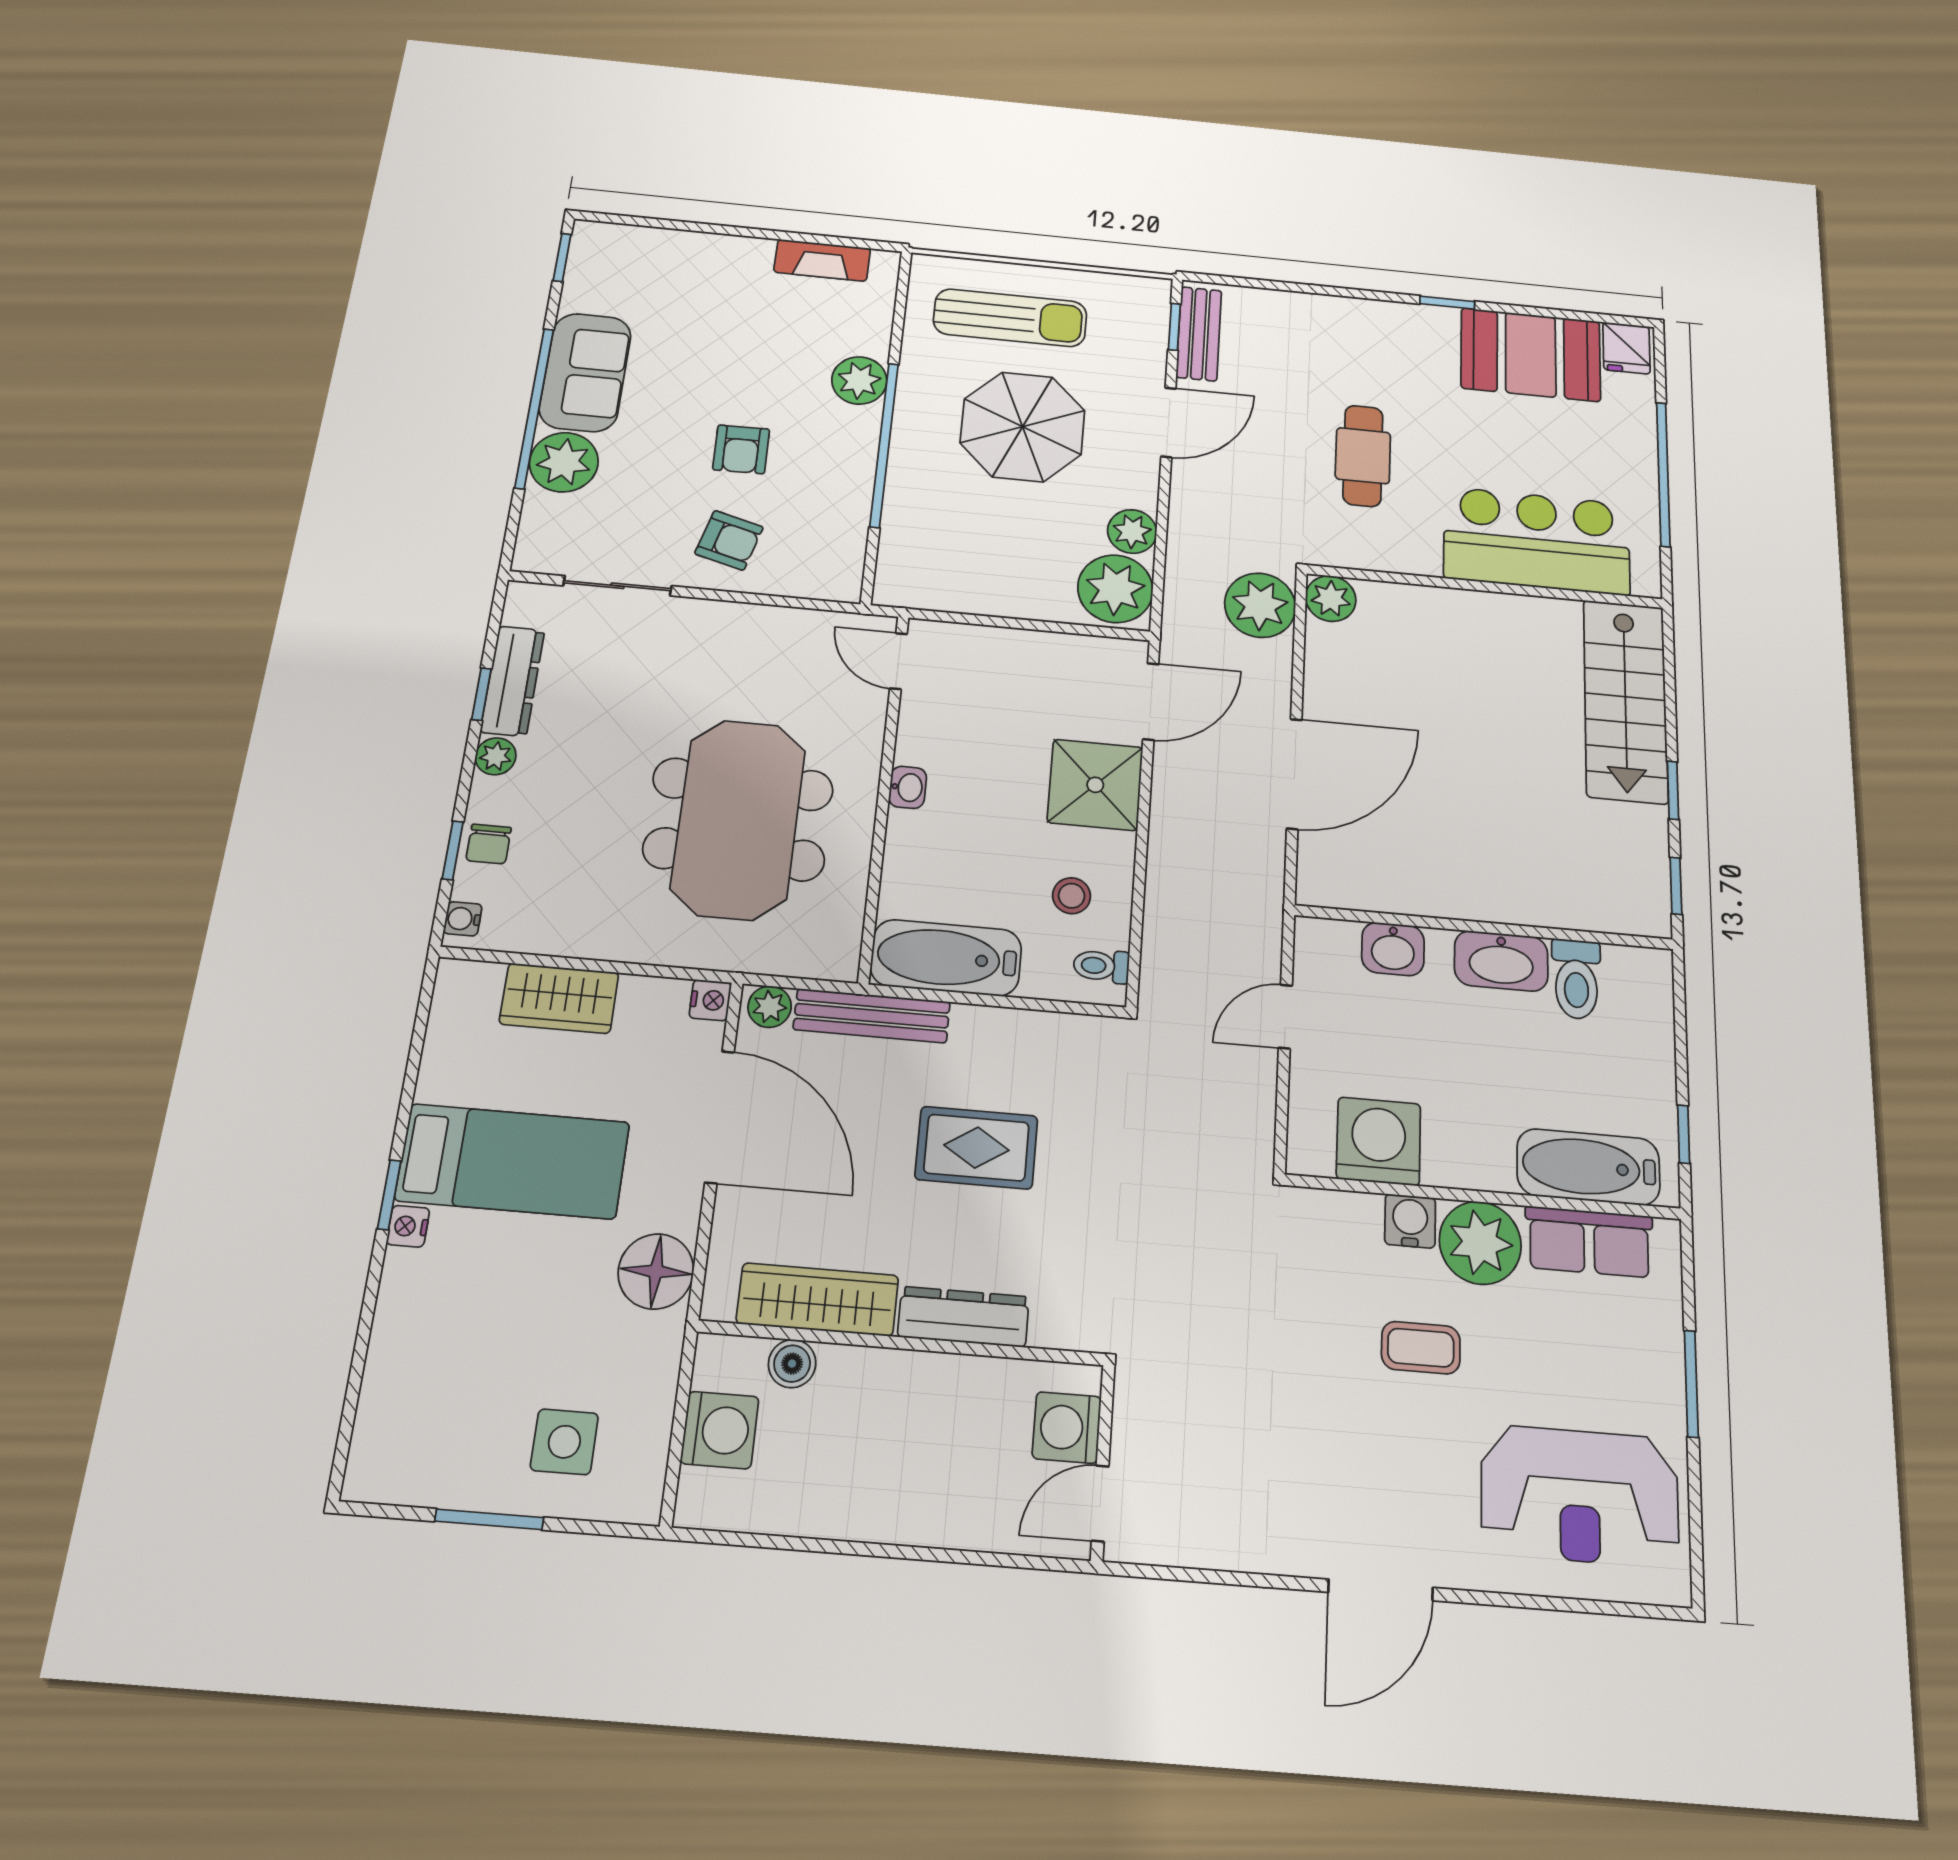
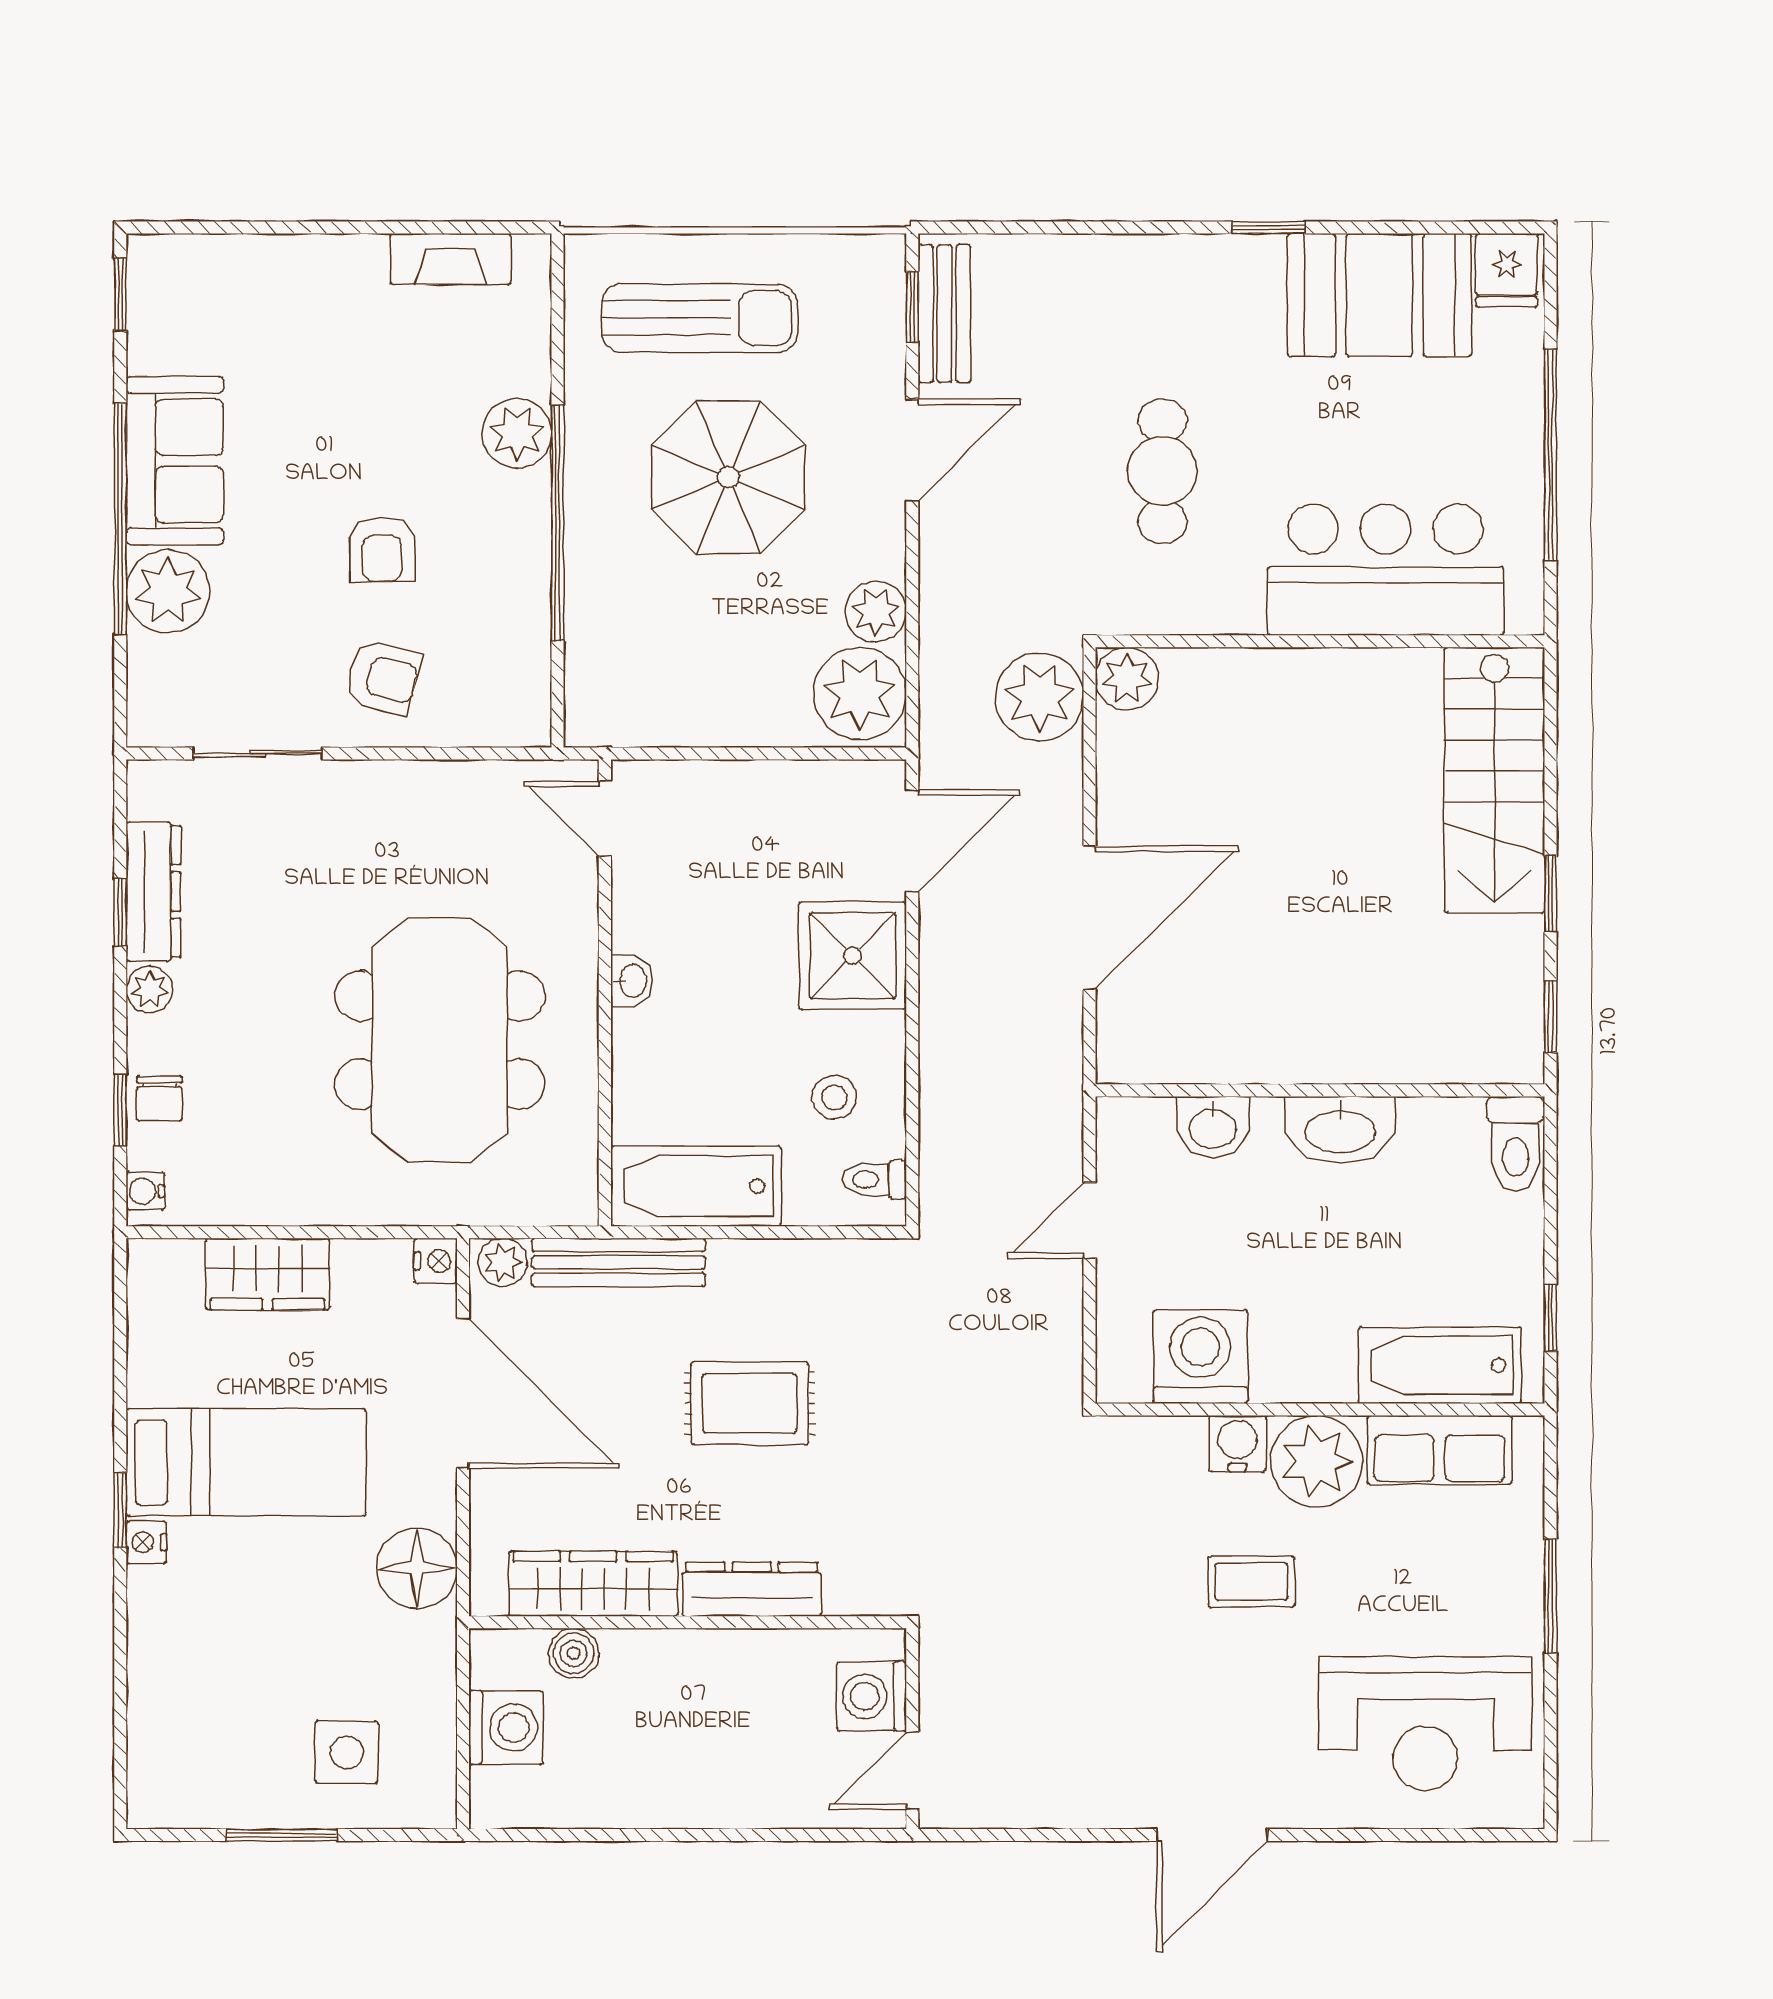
toilet: (1576, 979) -> (1516, 1144), moved

